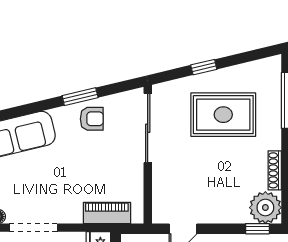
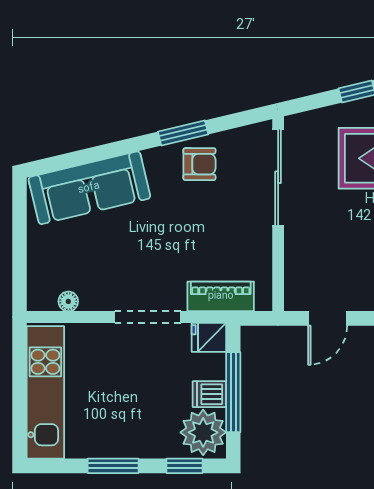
doorway: (33, 228) -> (147, 317), moved

